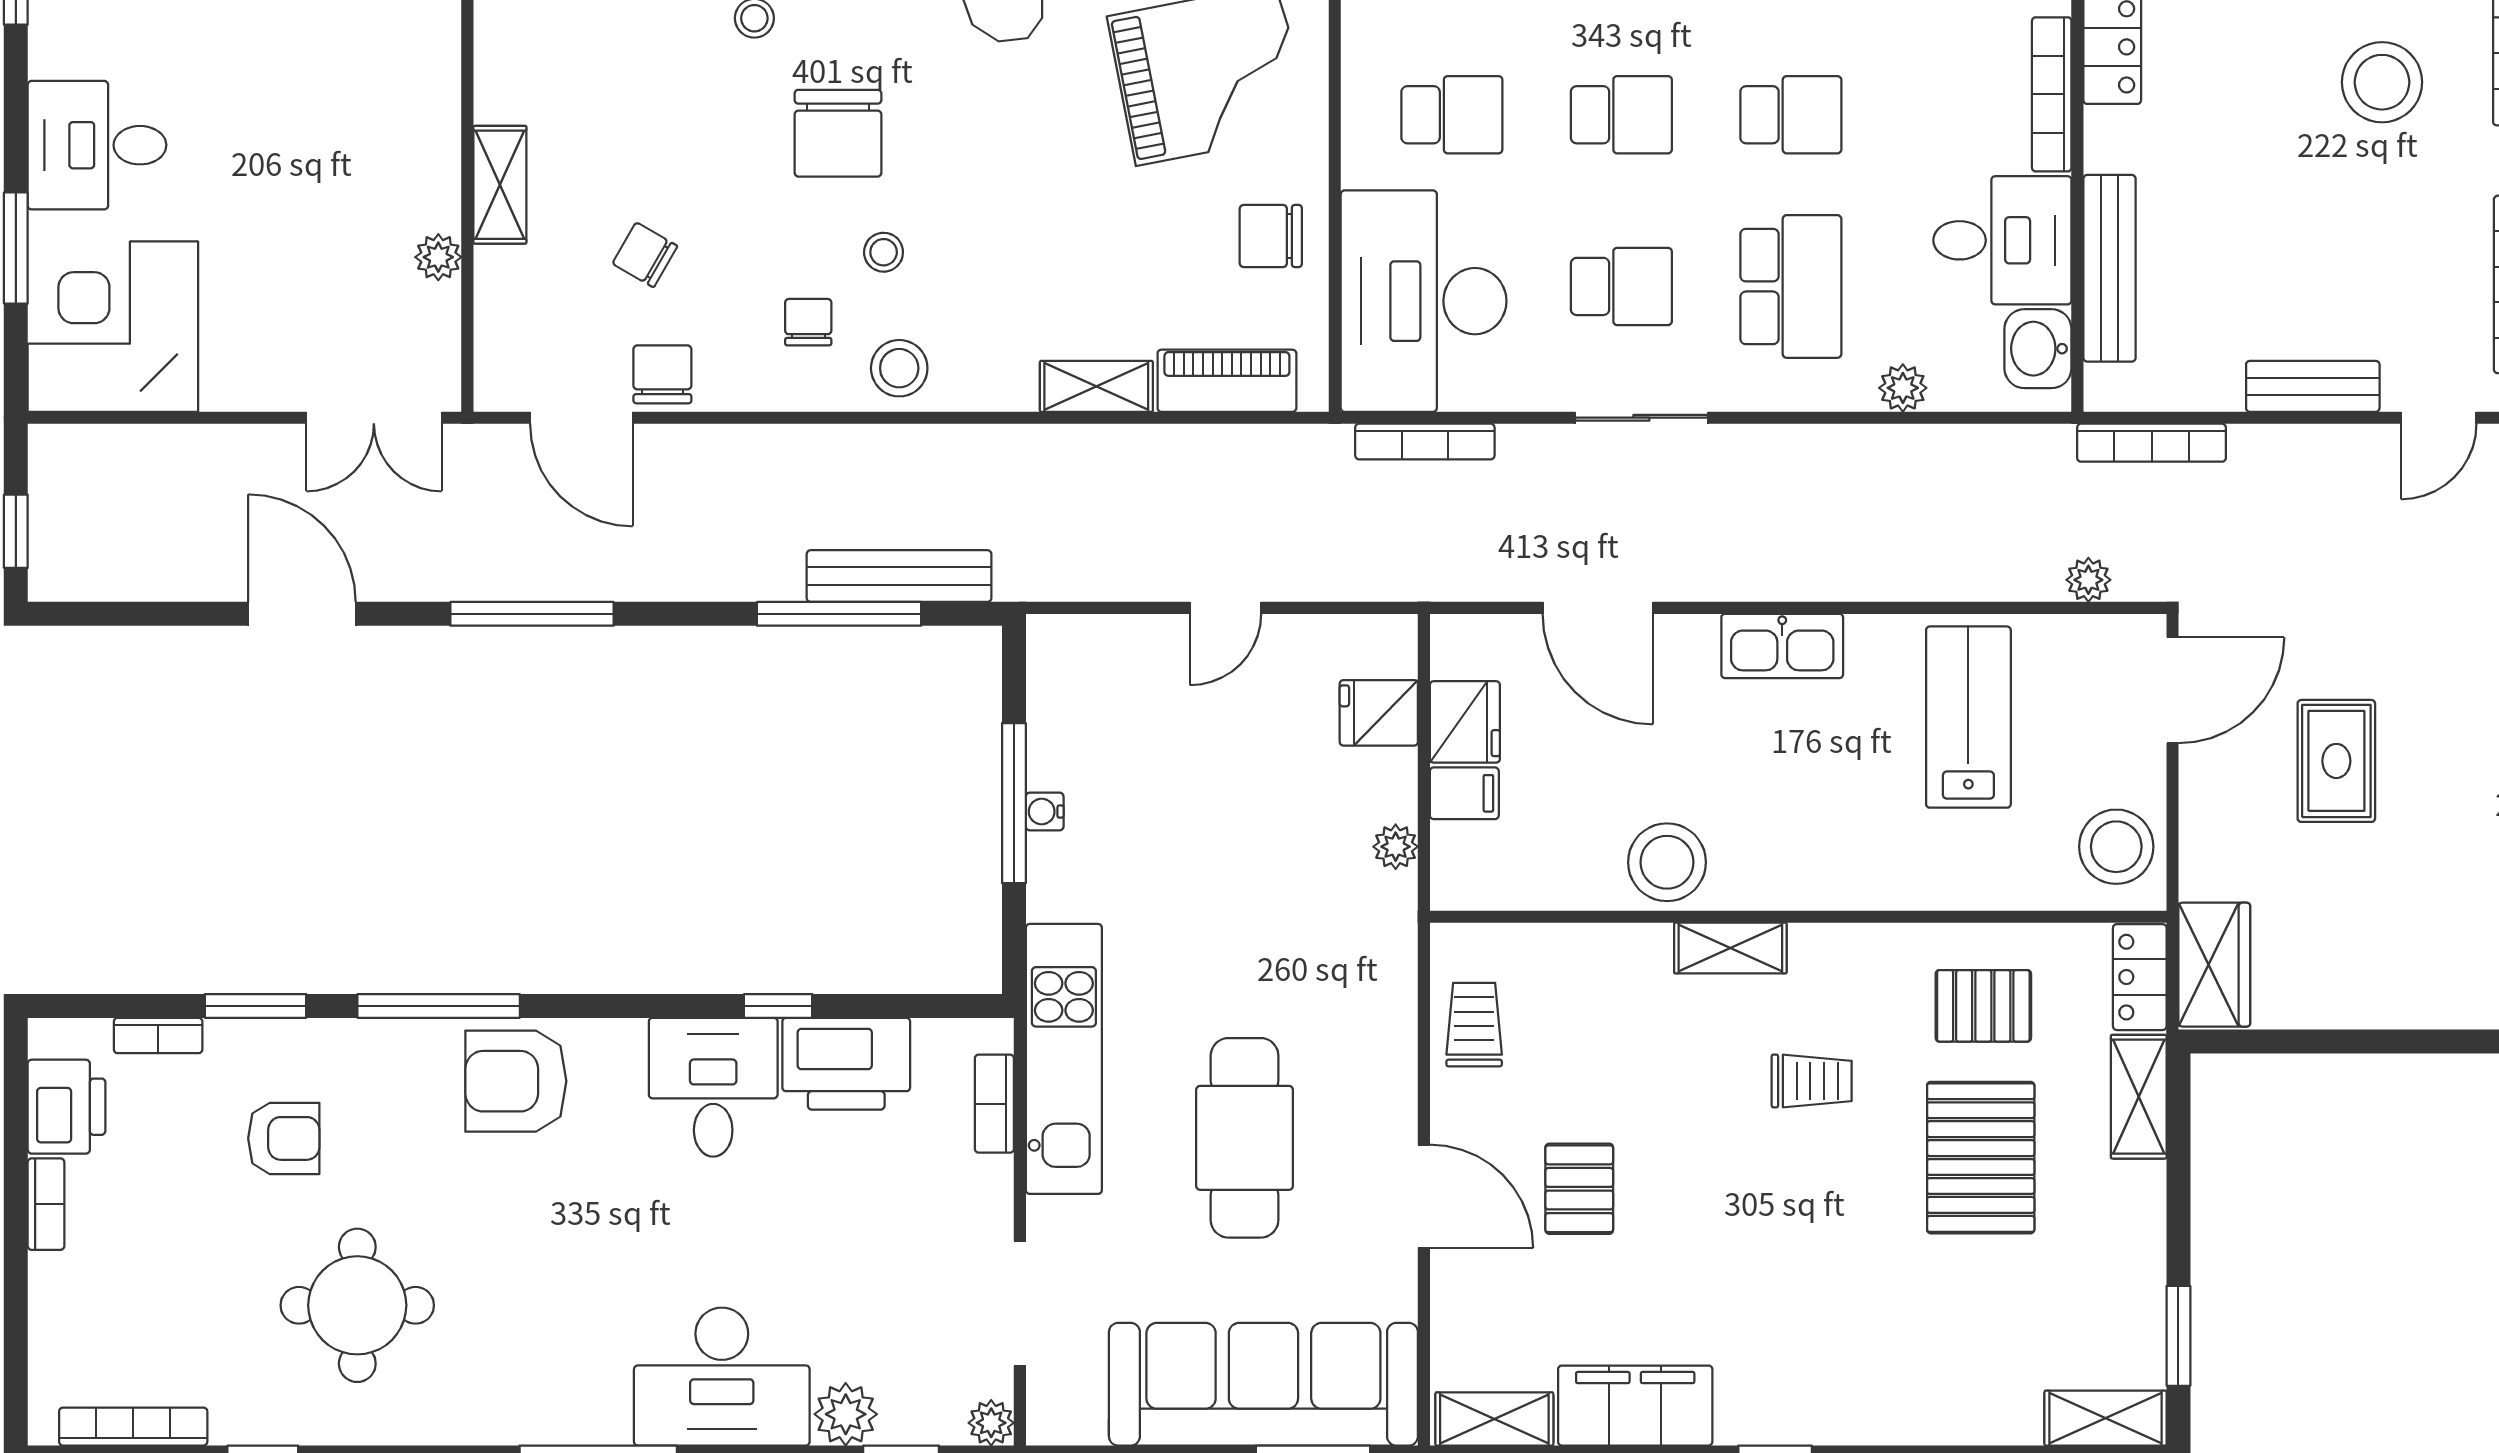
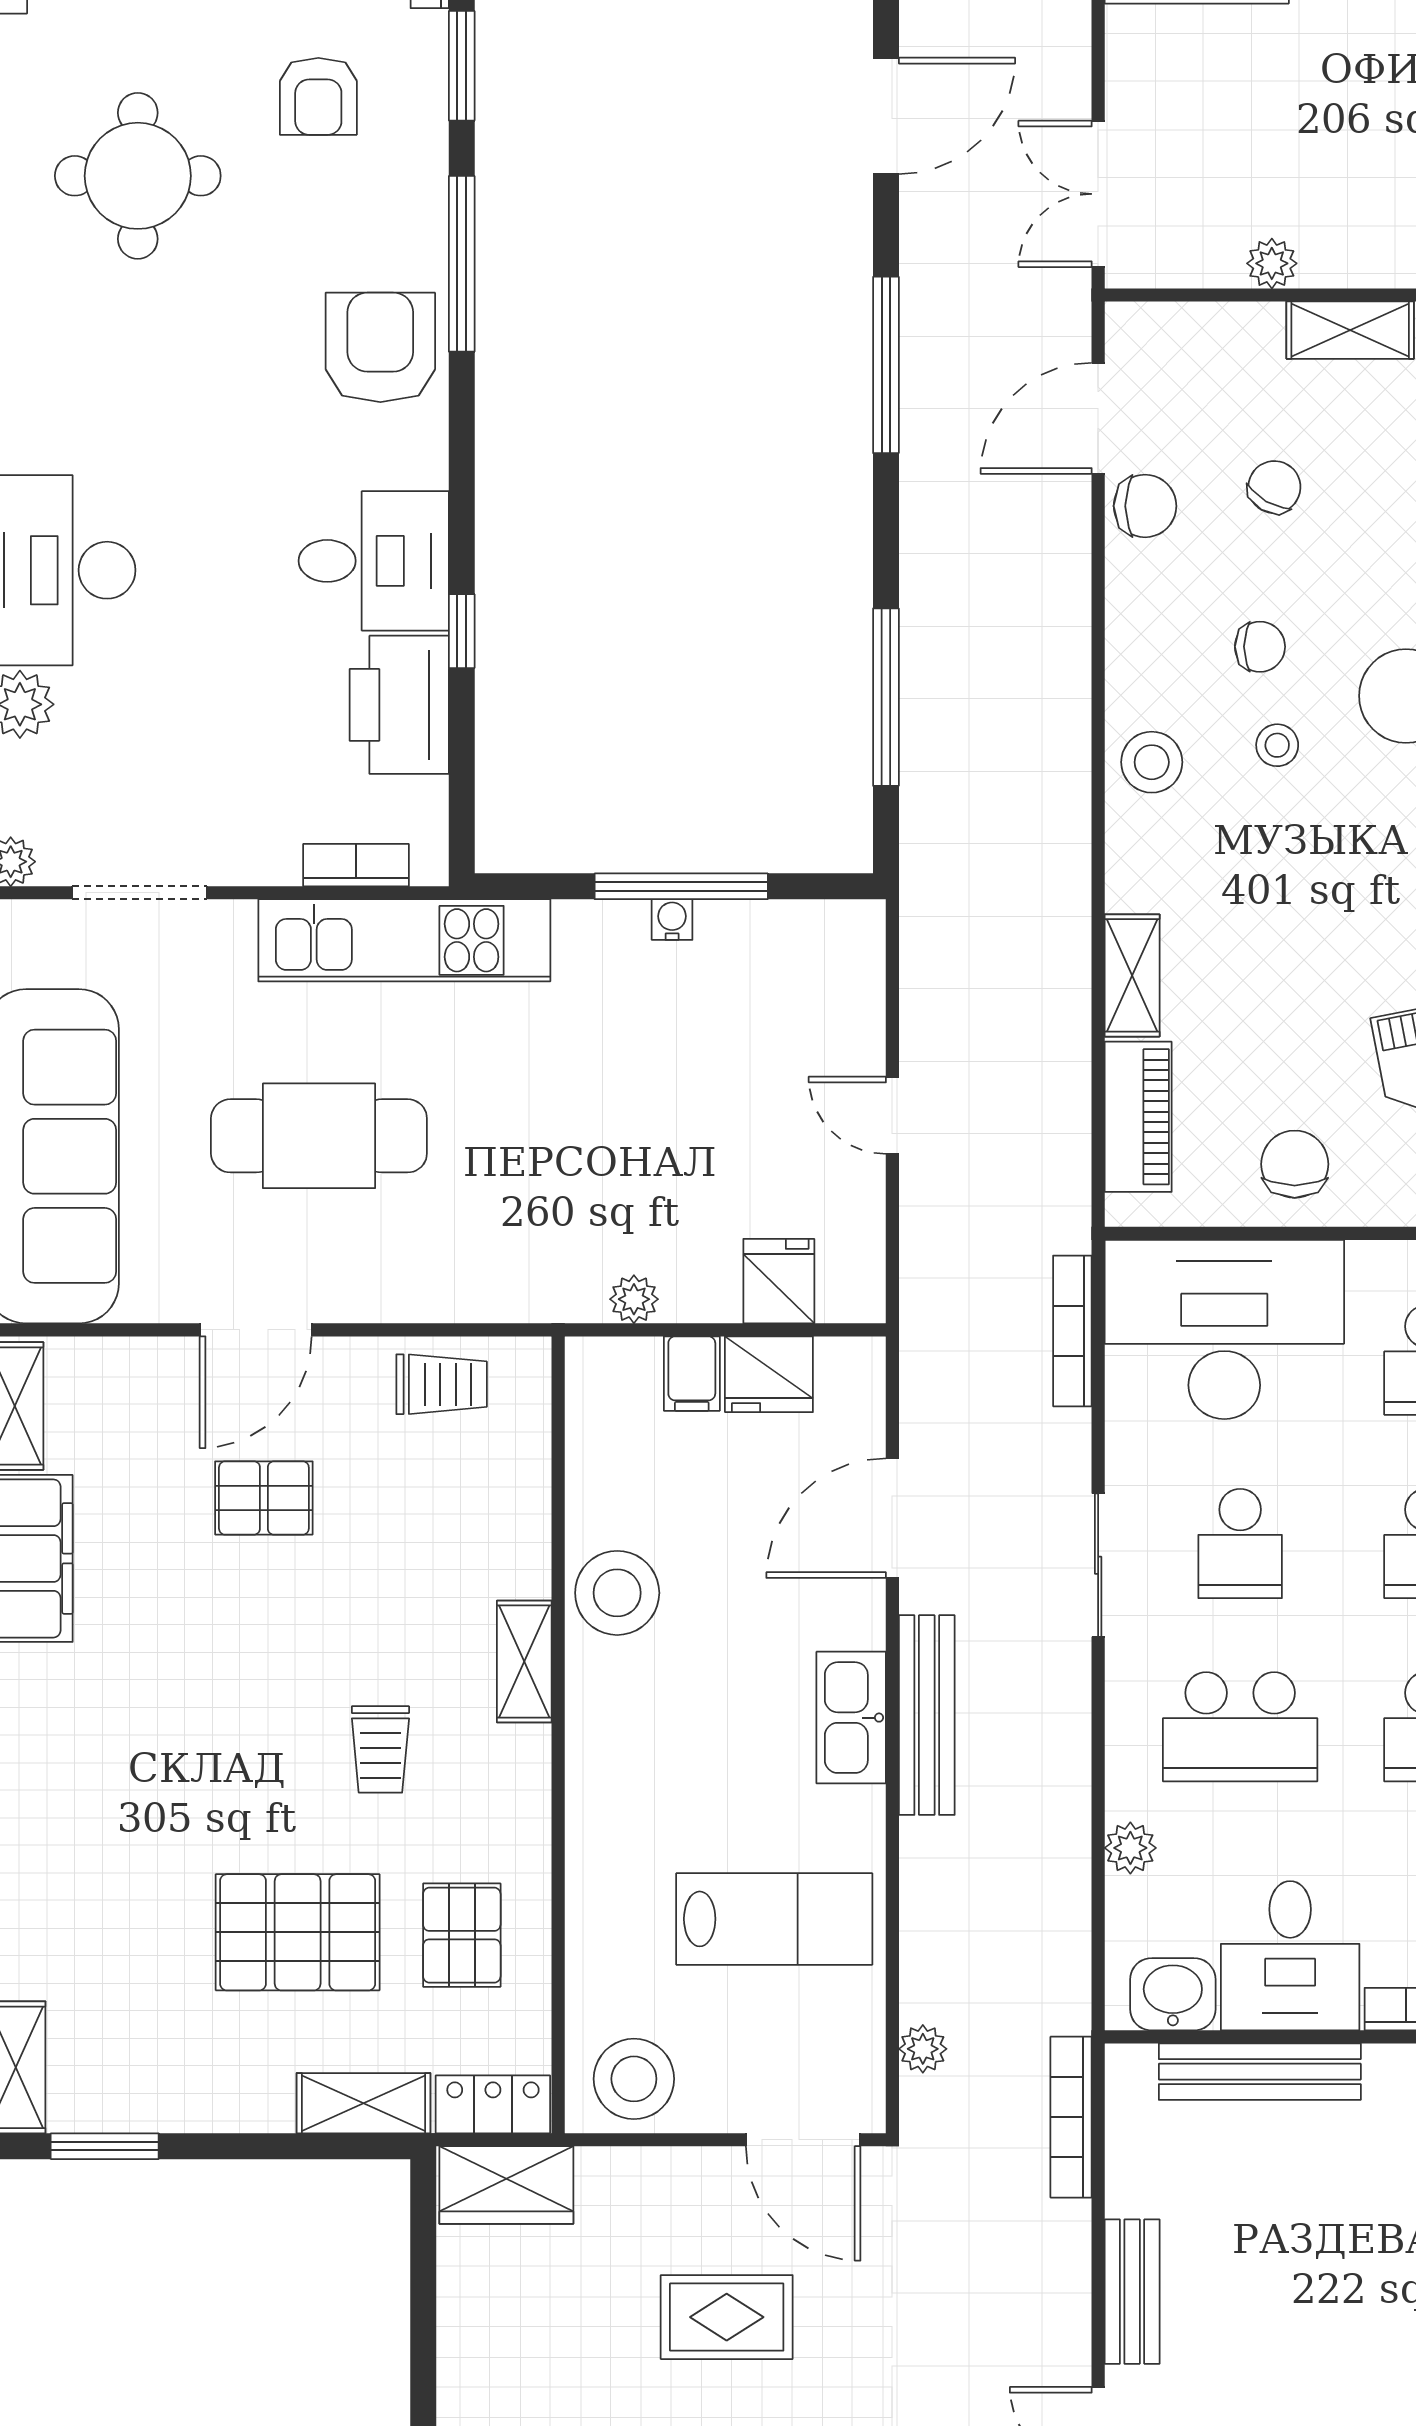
chair: (808, 322) -> (1260, 647), moved
bench: (899, 576) -> (927, 1715), moved

